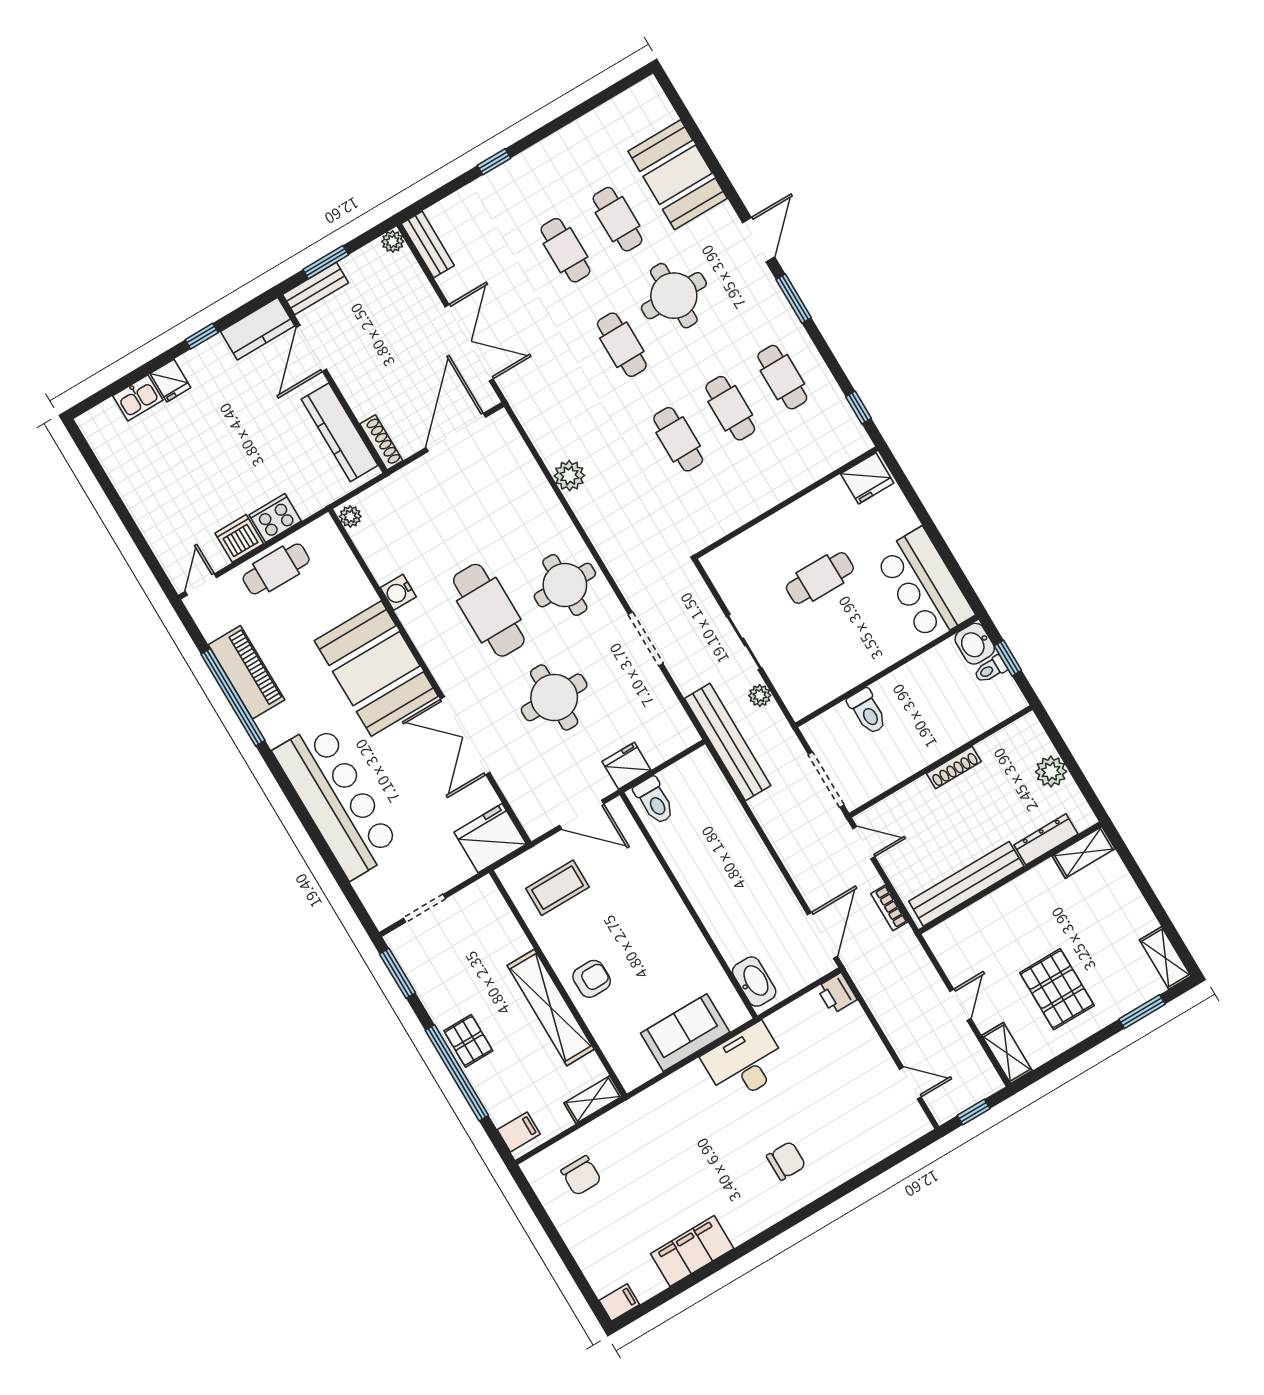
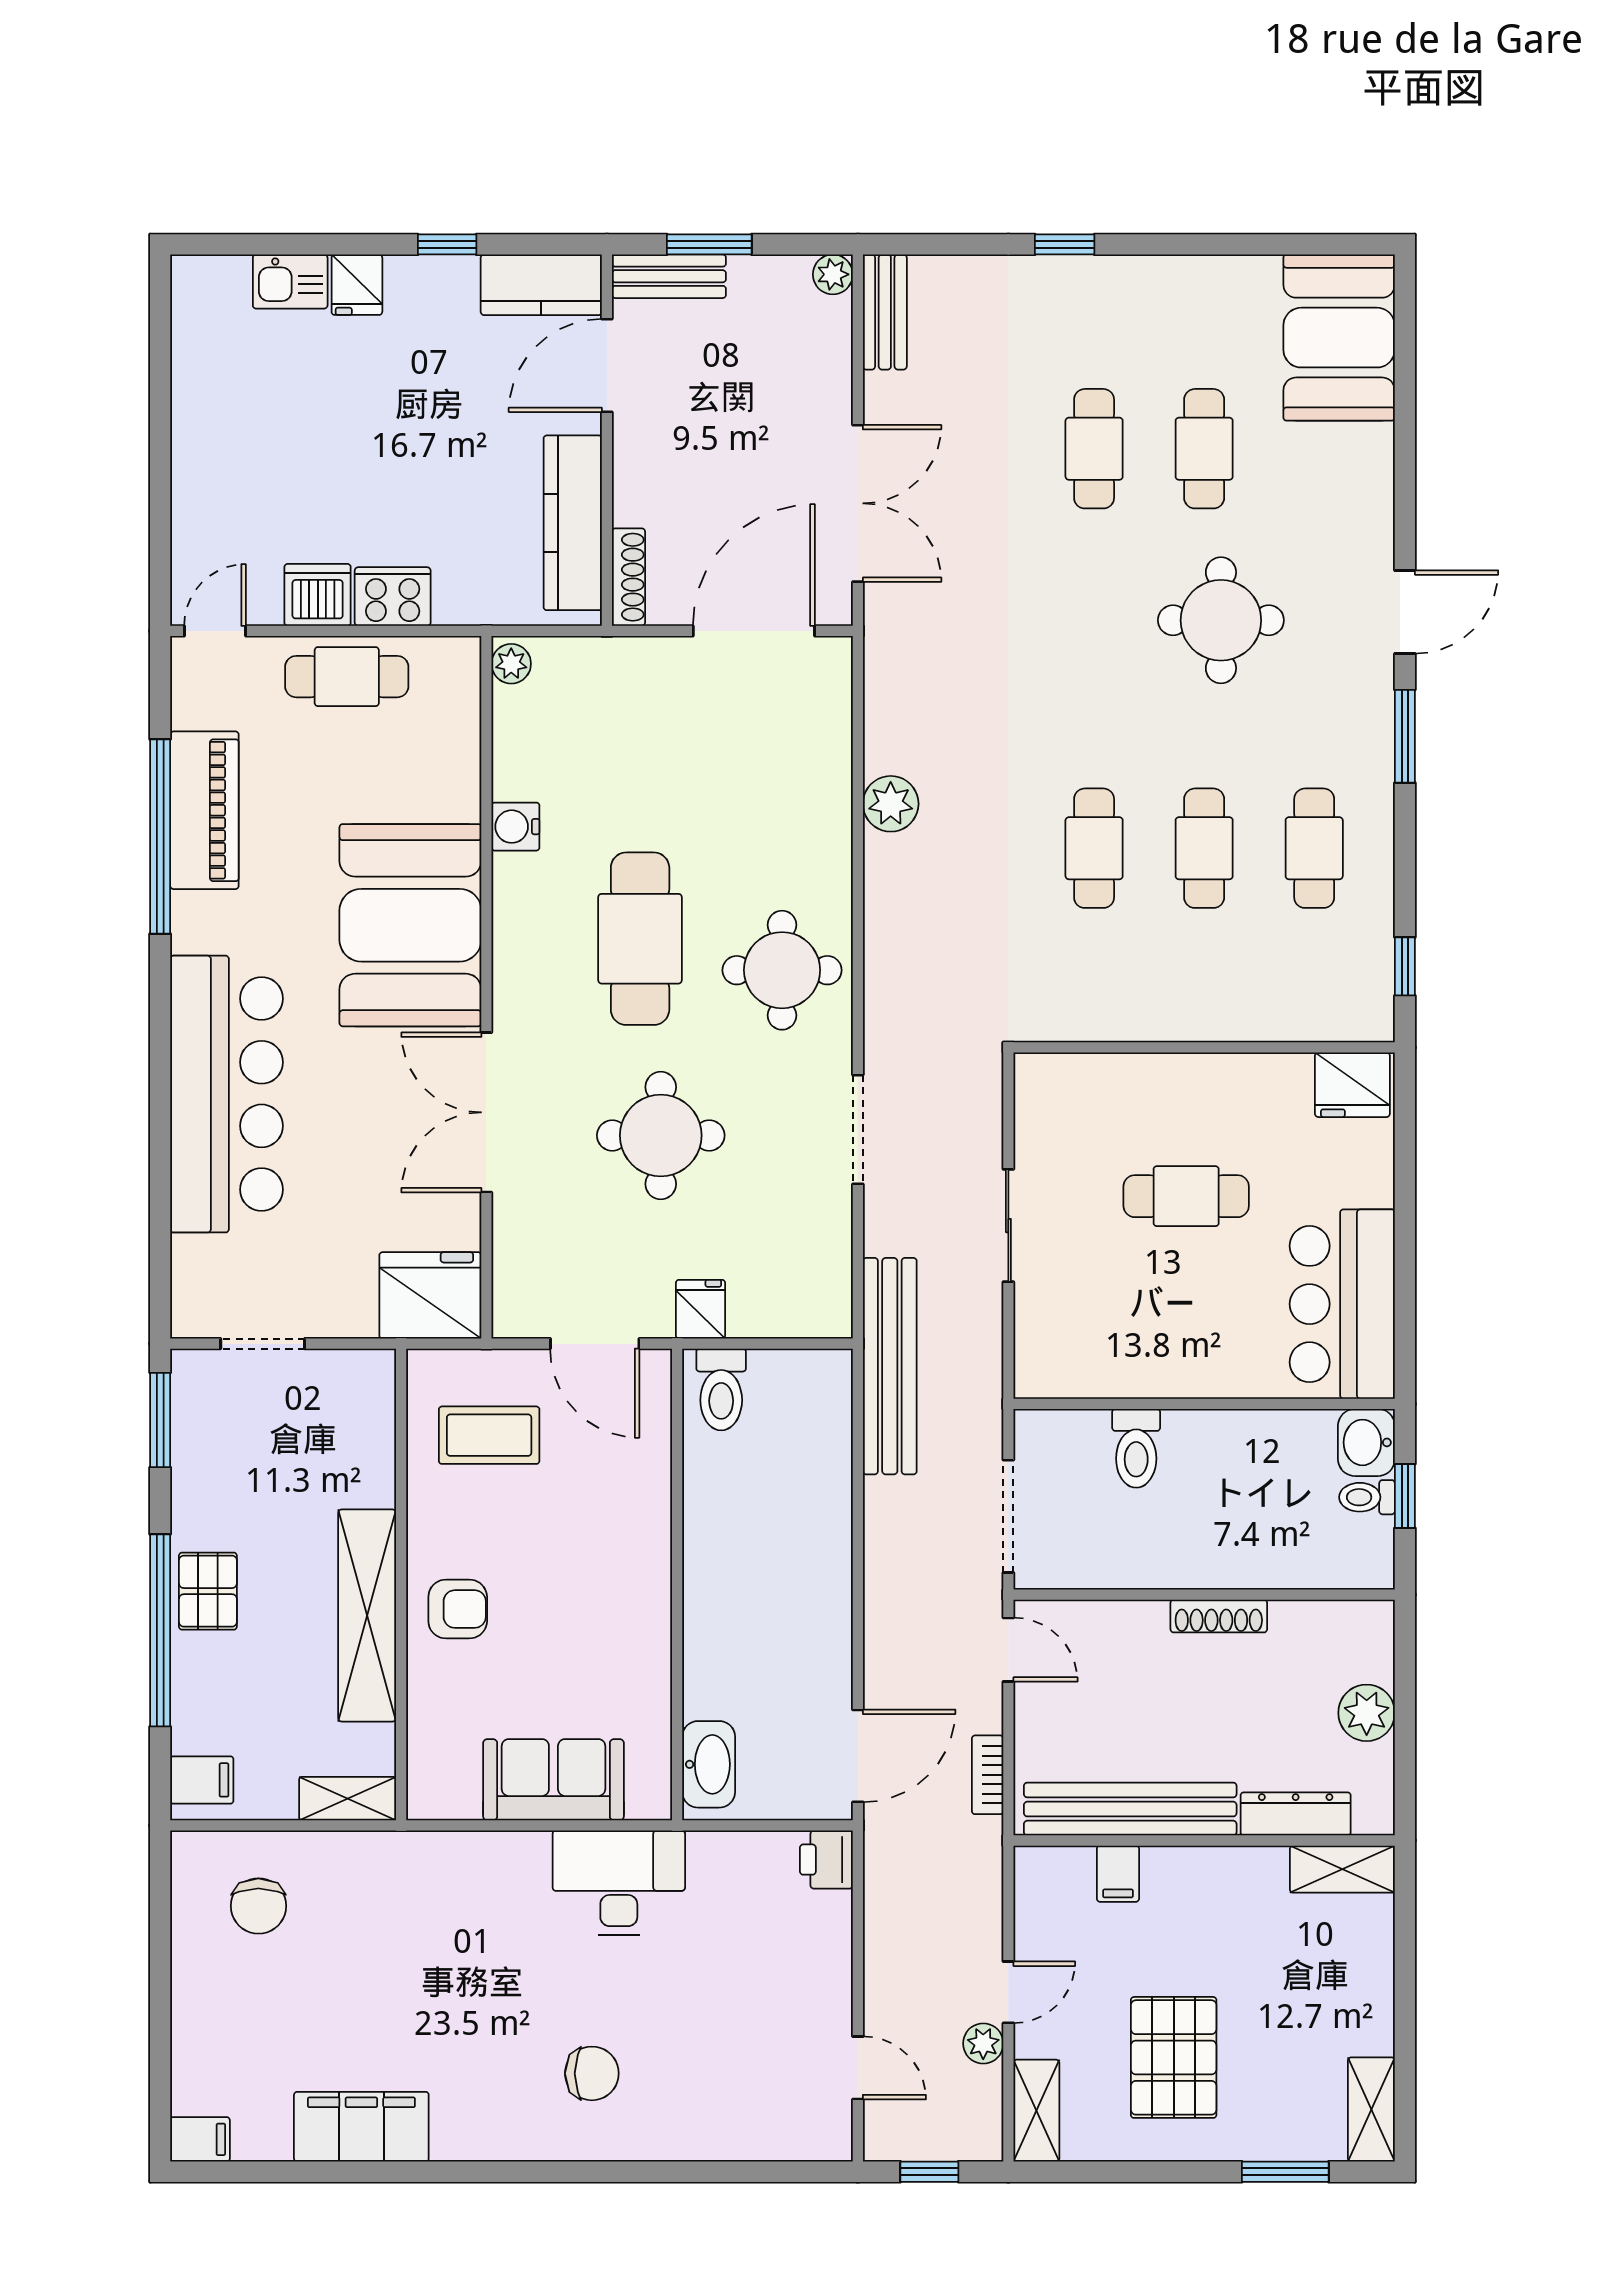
booth: (678, 175) -> (1339, 338), moved
cafe table: (622, 345) -> (1094, 648), removed
plant: (760, 696) -> (983, 2043), moved
fridge: (626, 766) -> (701, 1309), width x0.72
filing cabinet: (979, 918) -> (1118, 1874), added

